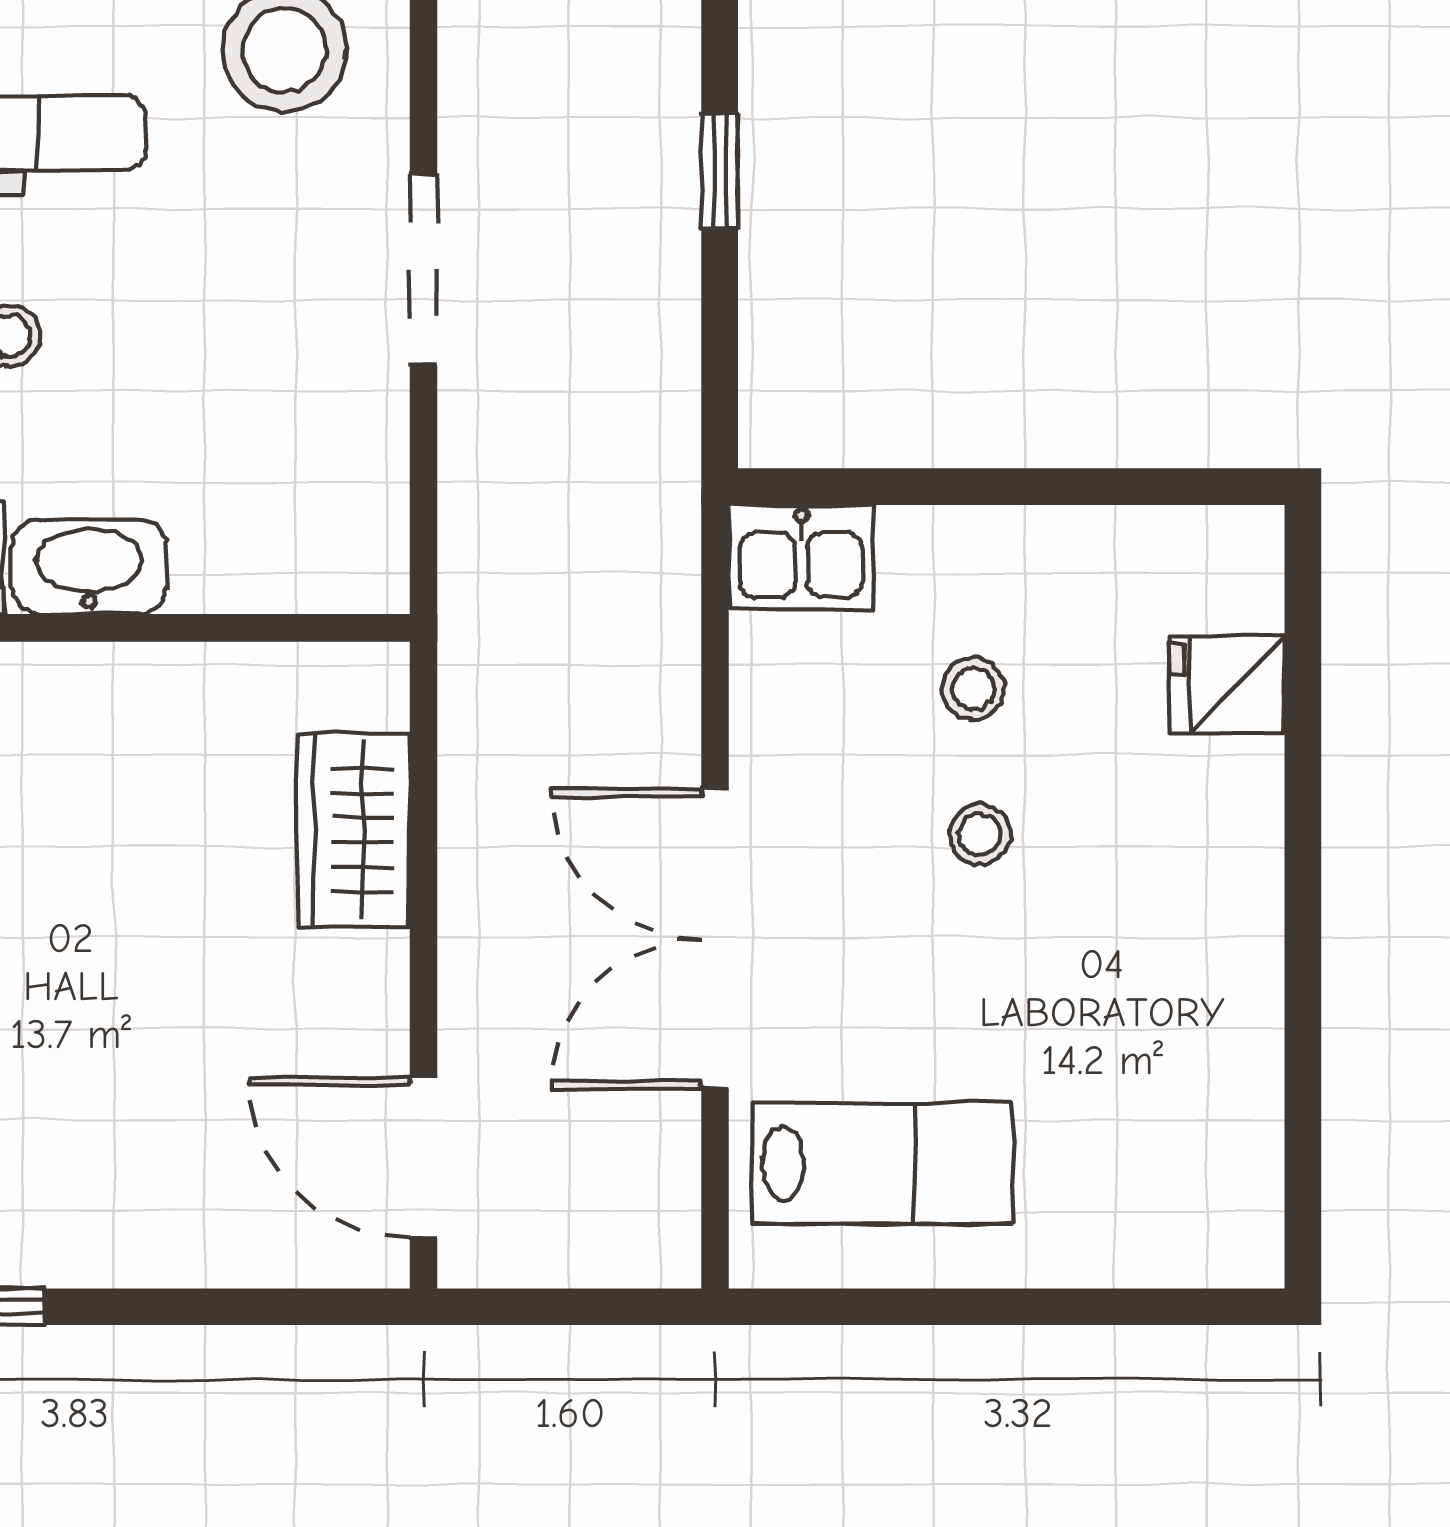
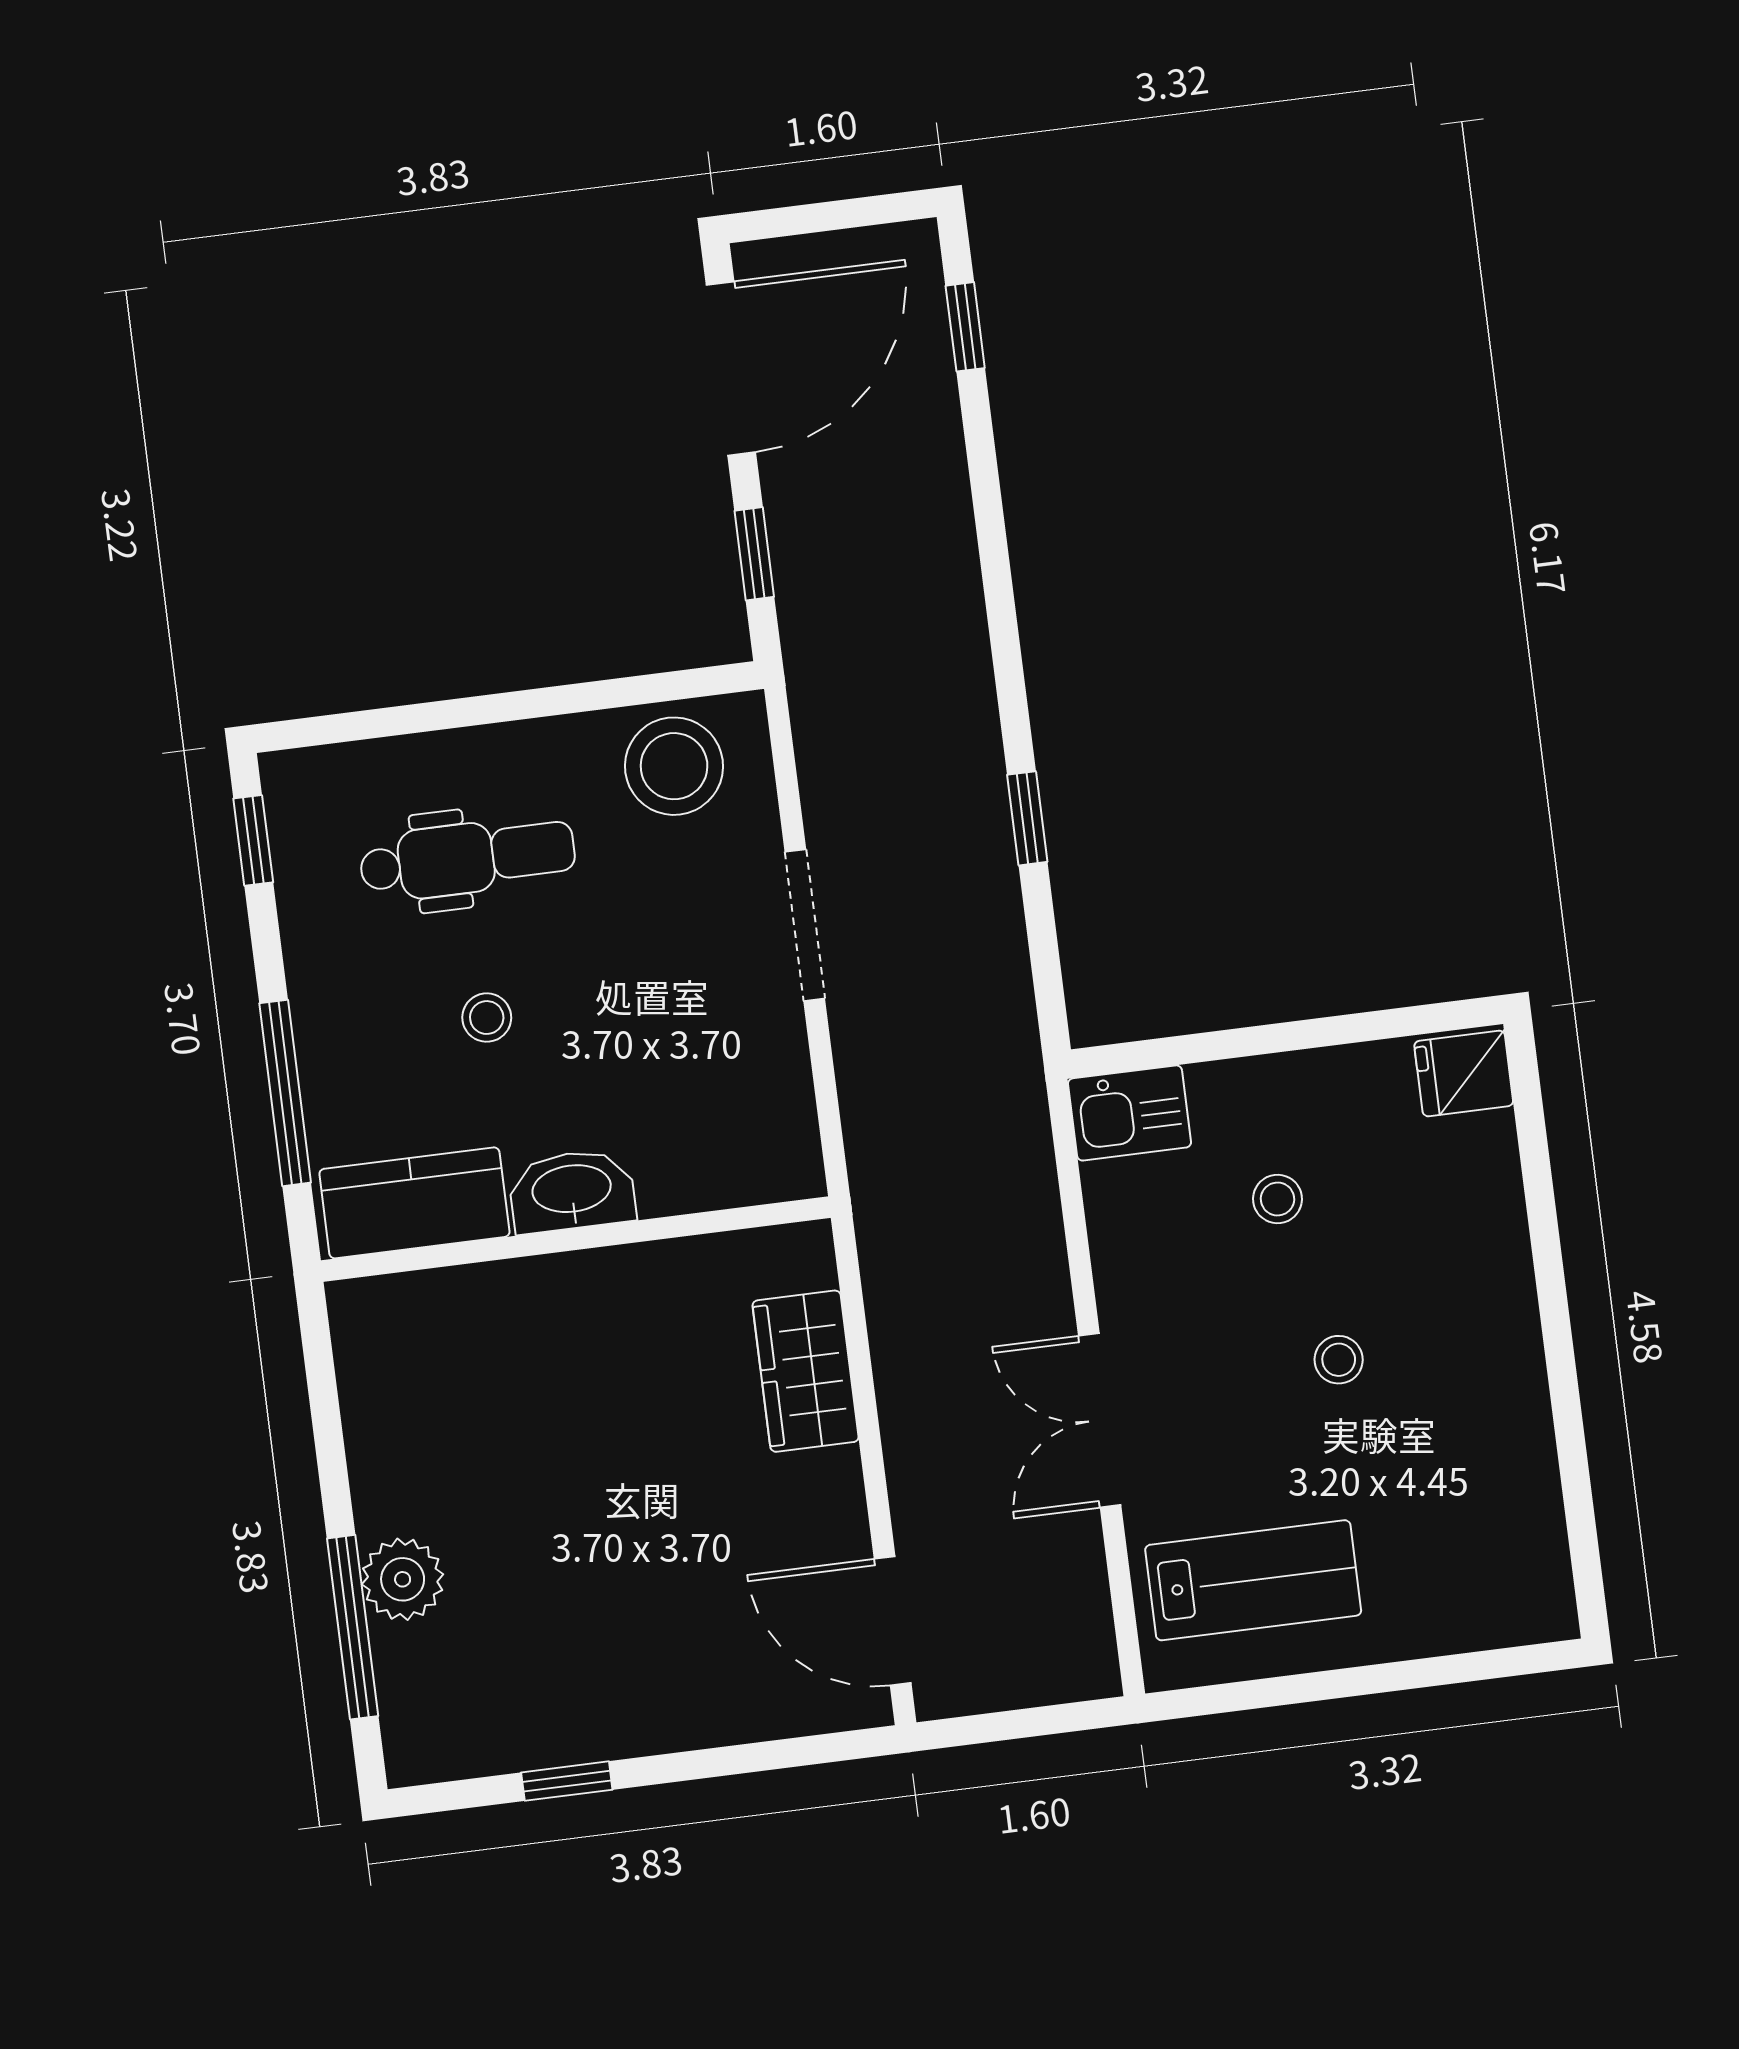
fridge: (1227, 685) -> (1464, 1074), moved
stool: (980, 834) -> (1339, 1360), moved
double door: (715, 939) -> (1100, 1420), width x0.73

